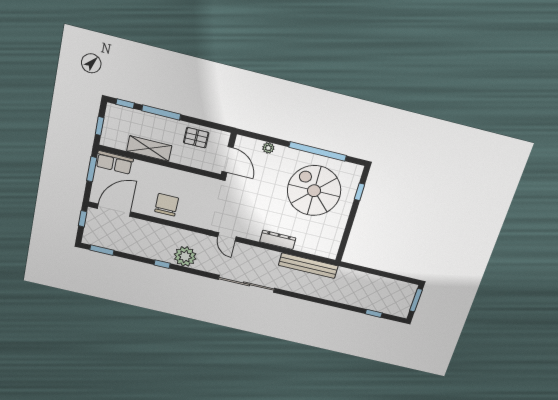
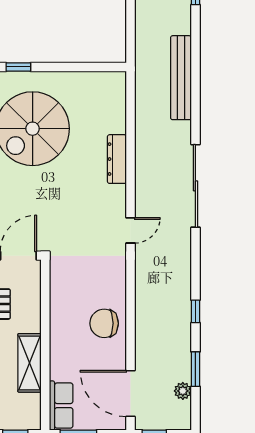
window: (102, 250) -> (195, 369), moved
plant: (185, 256) -> (183, 391), moved, width x0.53, depth x0.53
bench: (308, 266) -> (181, 78), moved

